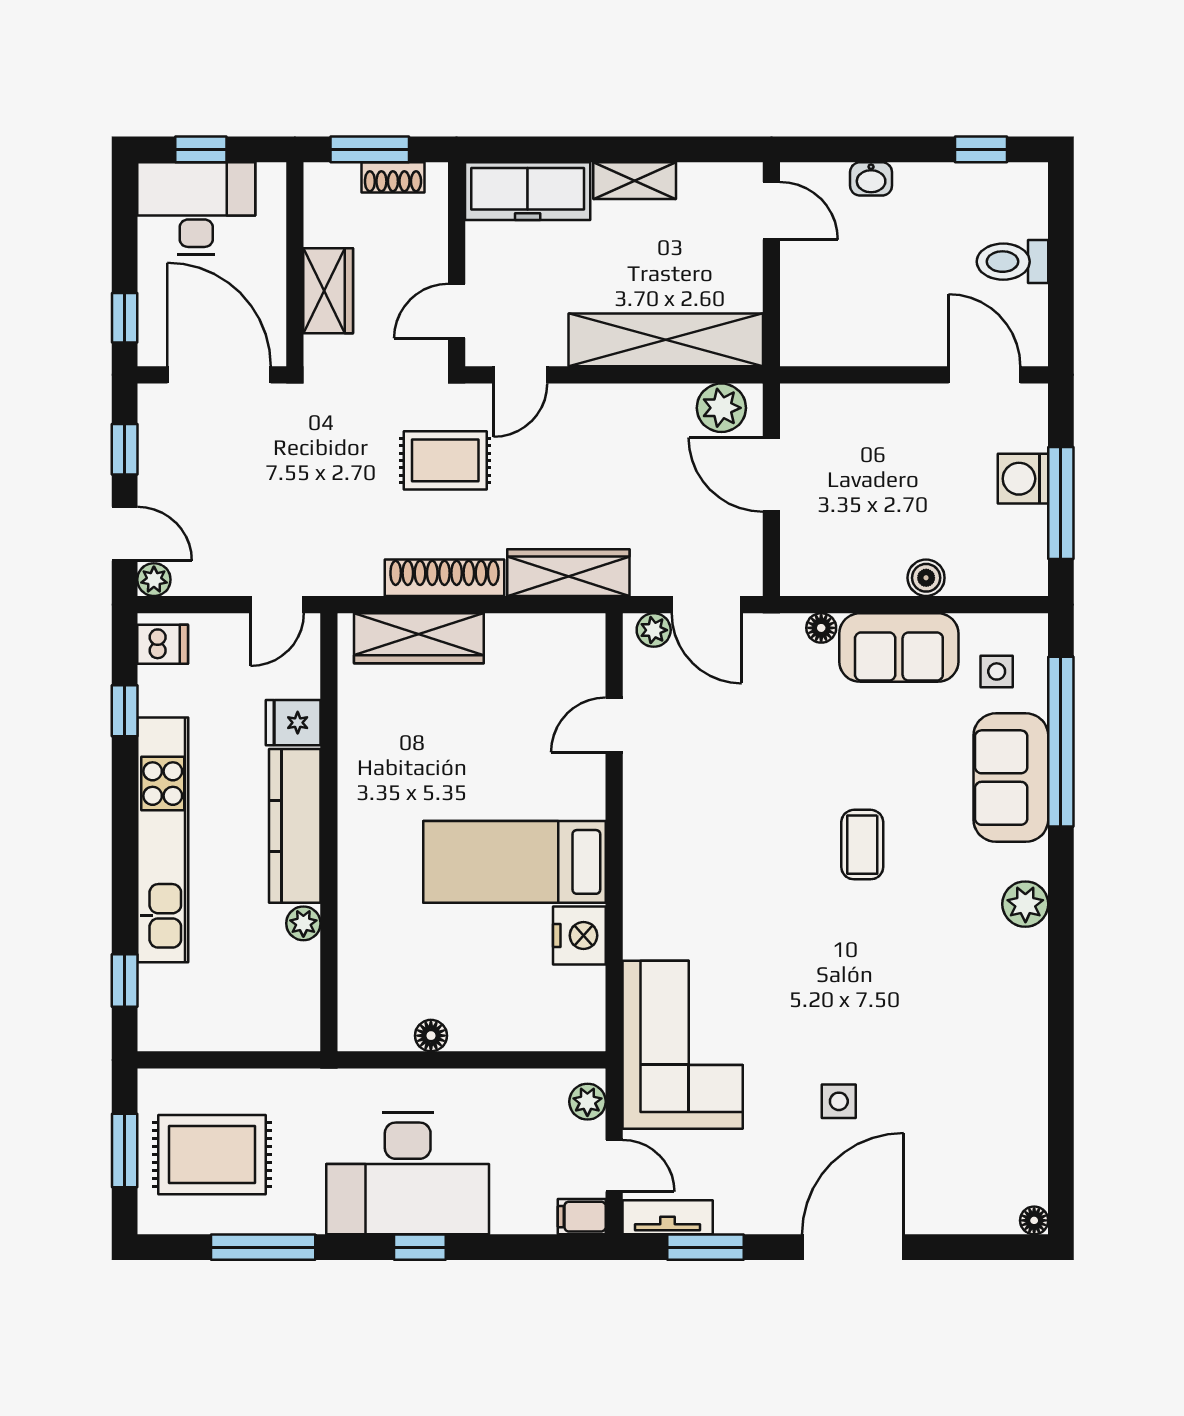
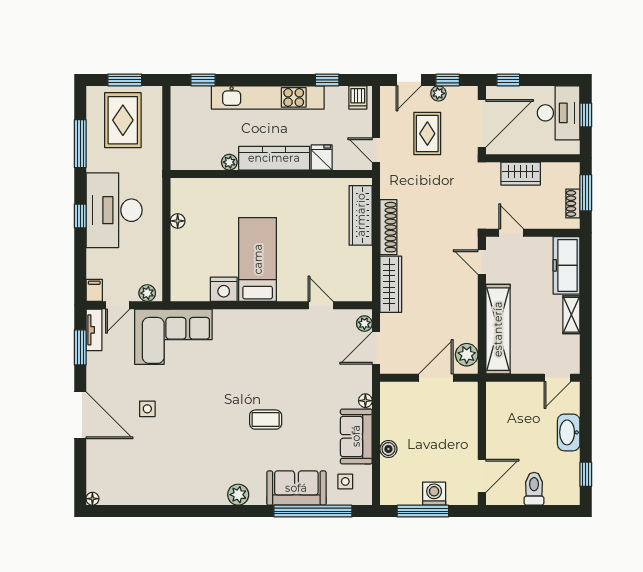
washbasin: (871, 179) -> (569, 432), width x1.91, depth x1.45
rug: (445, 460) -> (427, 134), moved
plant: (154, 580) -> (438, 93), moved

